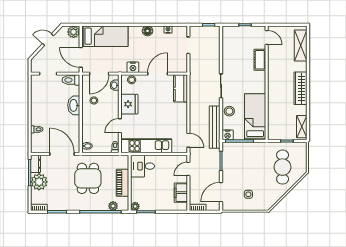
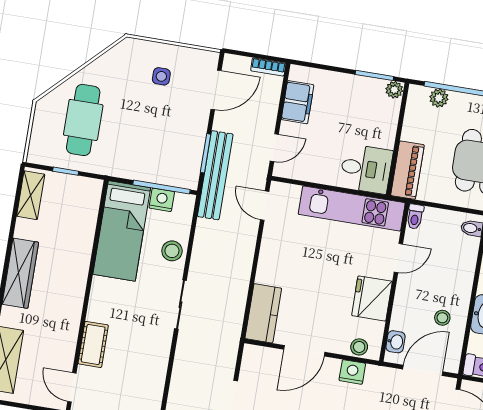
bench: (215, 127) -> (215, 175), moved
nightstand: (228, 135) -> (162, 200), moved
piano: (122, 183) -> (407, 170), moved

